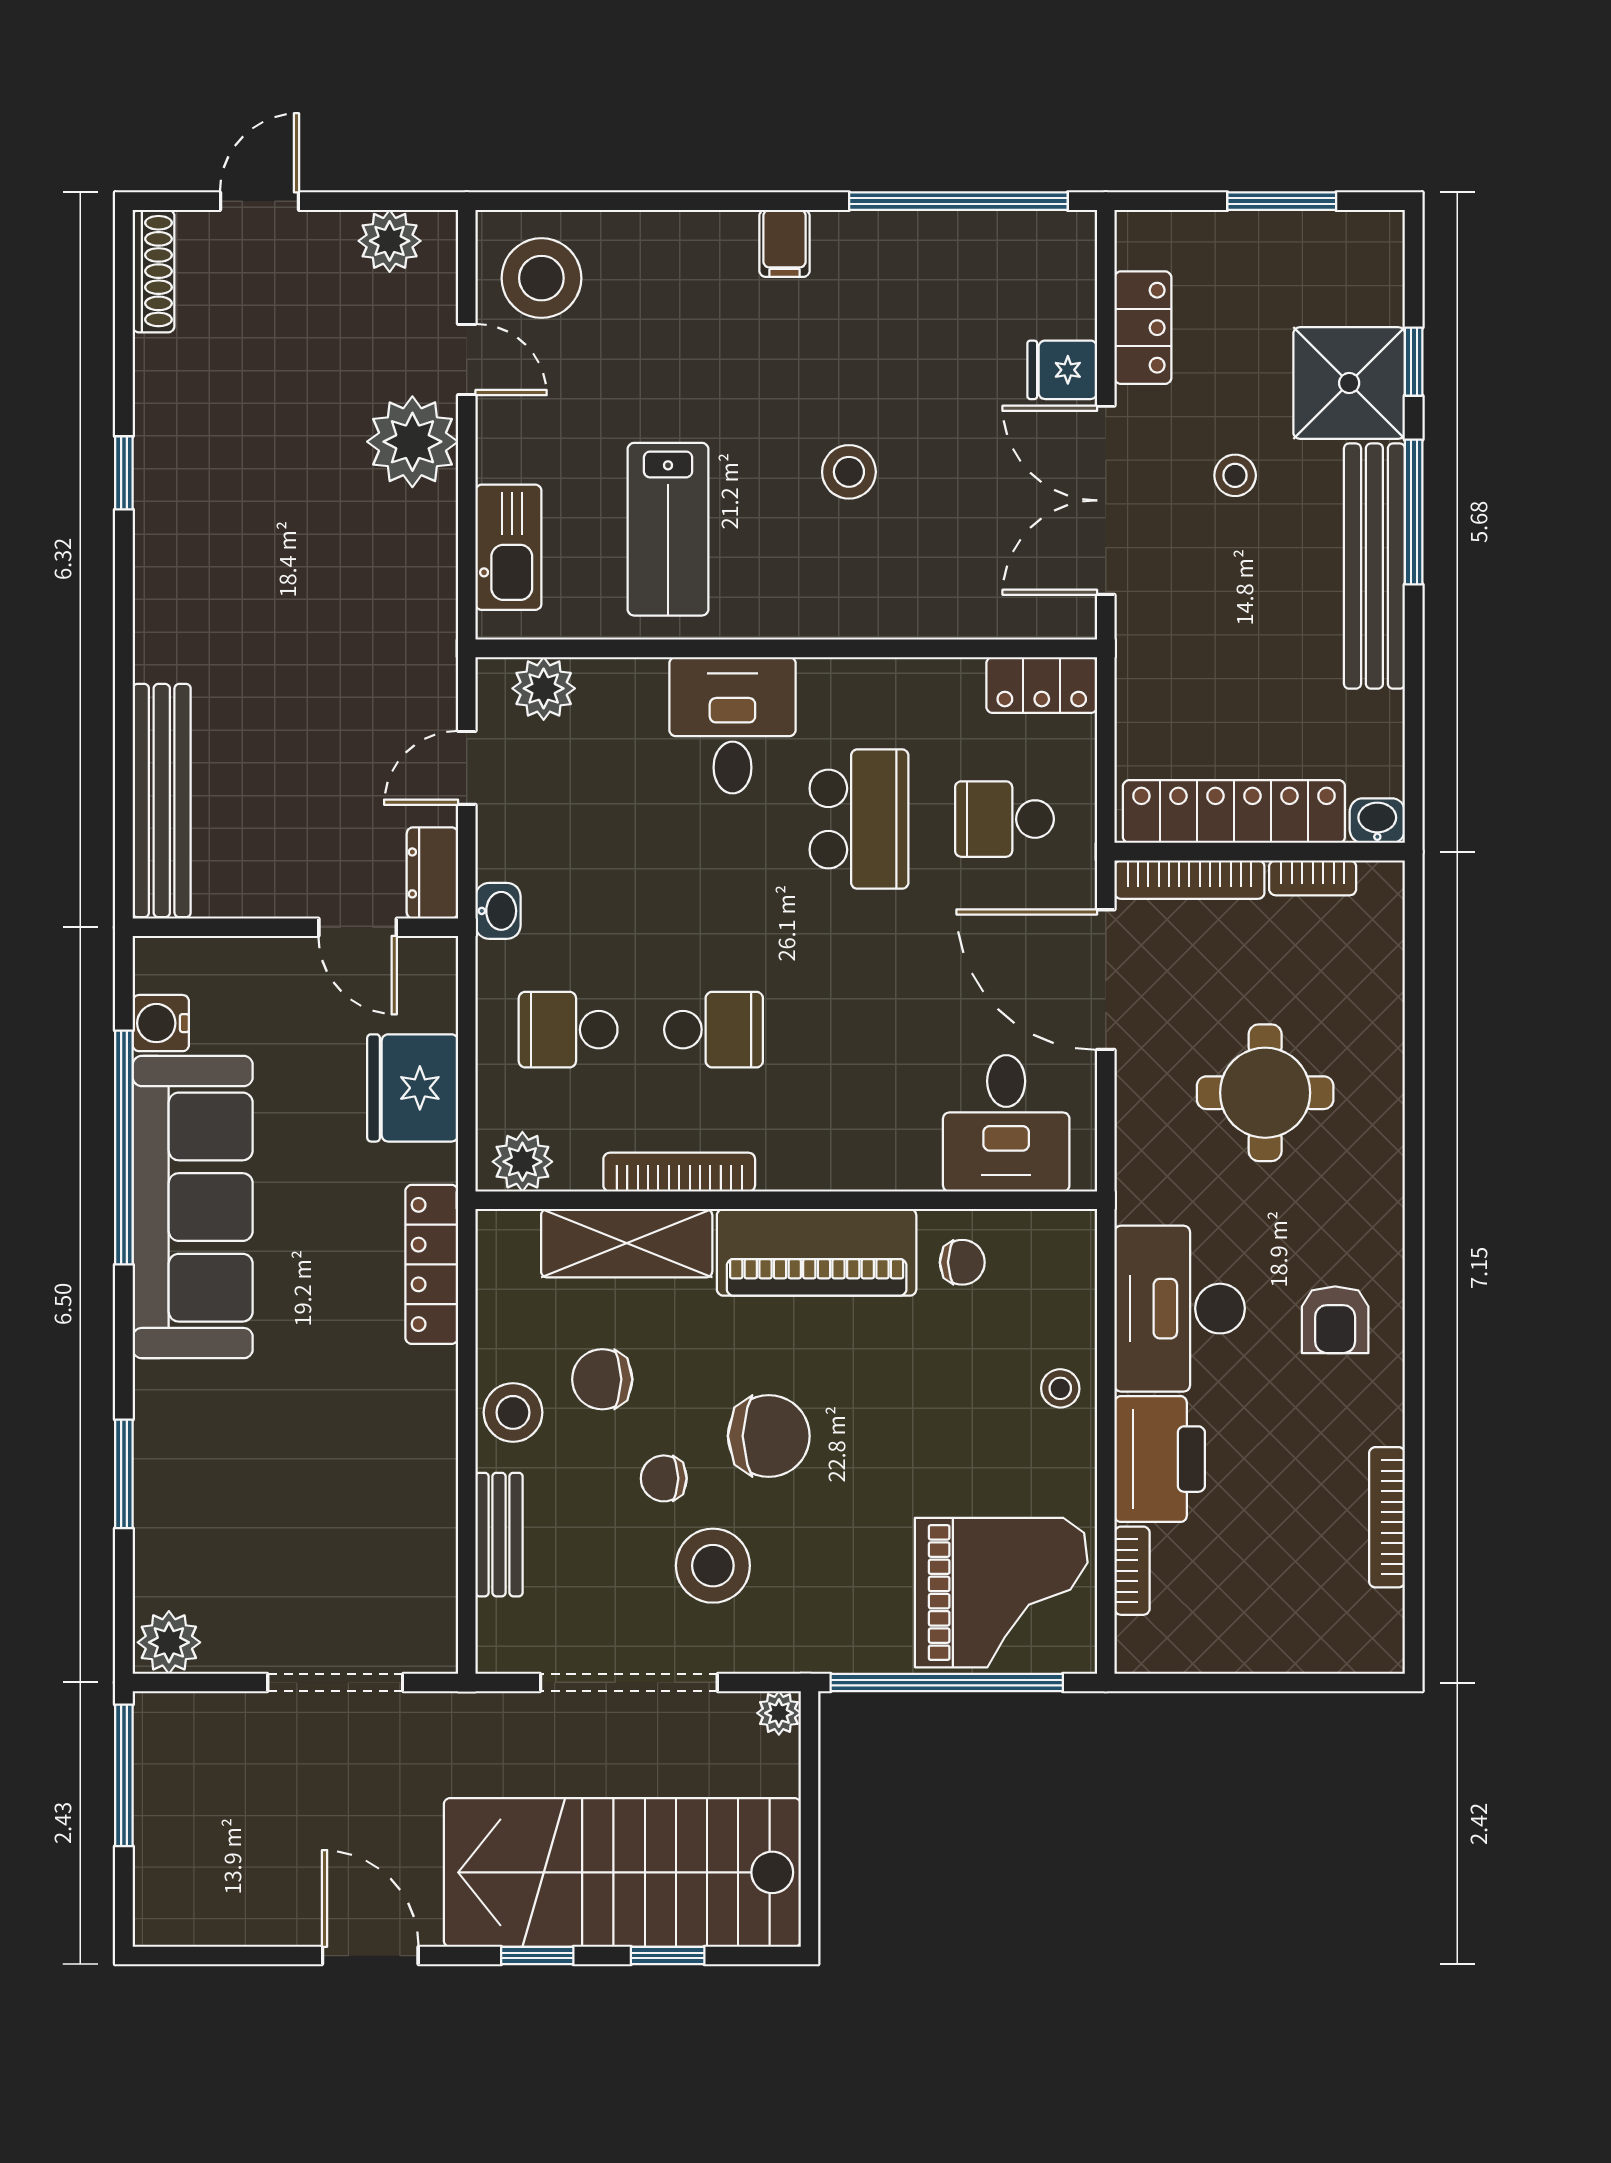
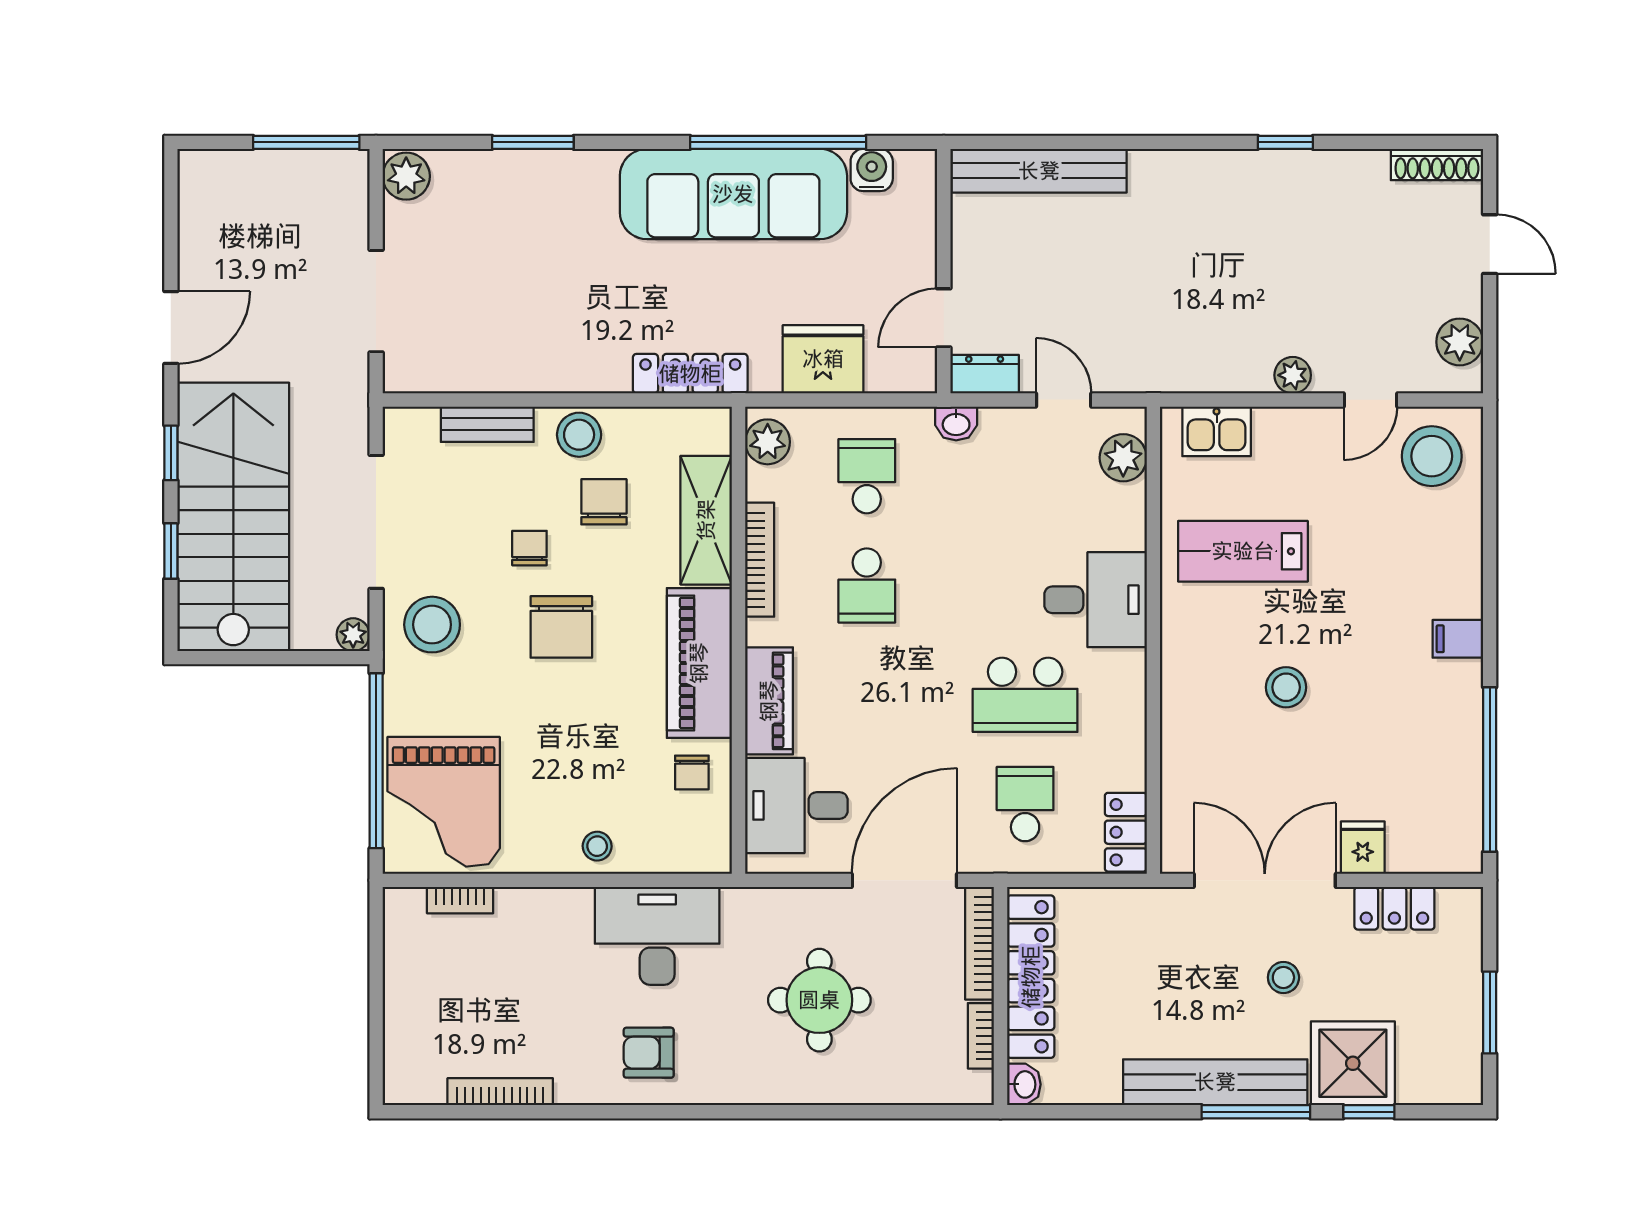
plant: (412, 442) -> (1293, 375), width x0.53, depth x0.53
kitchen sink: (508, 547) -> (1217, 431), width x0.73
piano: (867, 1160) -> (769, 701), added
printer: (1160, 1459) -> (544, 921), removed
stool: (713, 1566) -> (432, 625), moved

